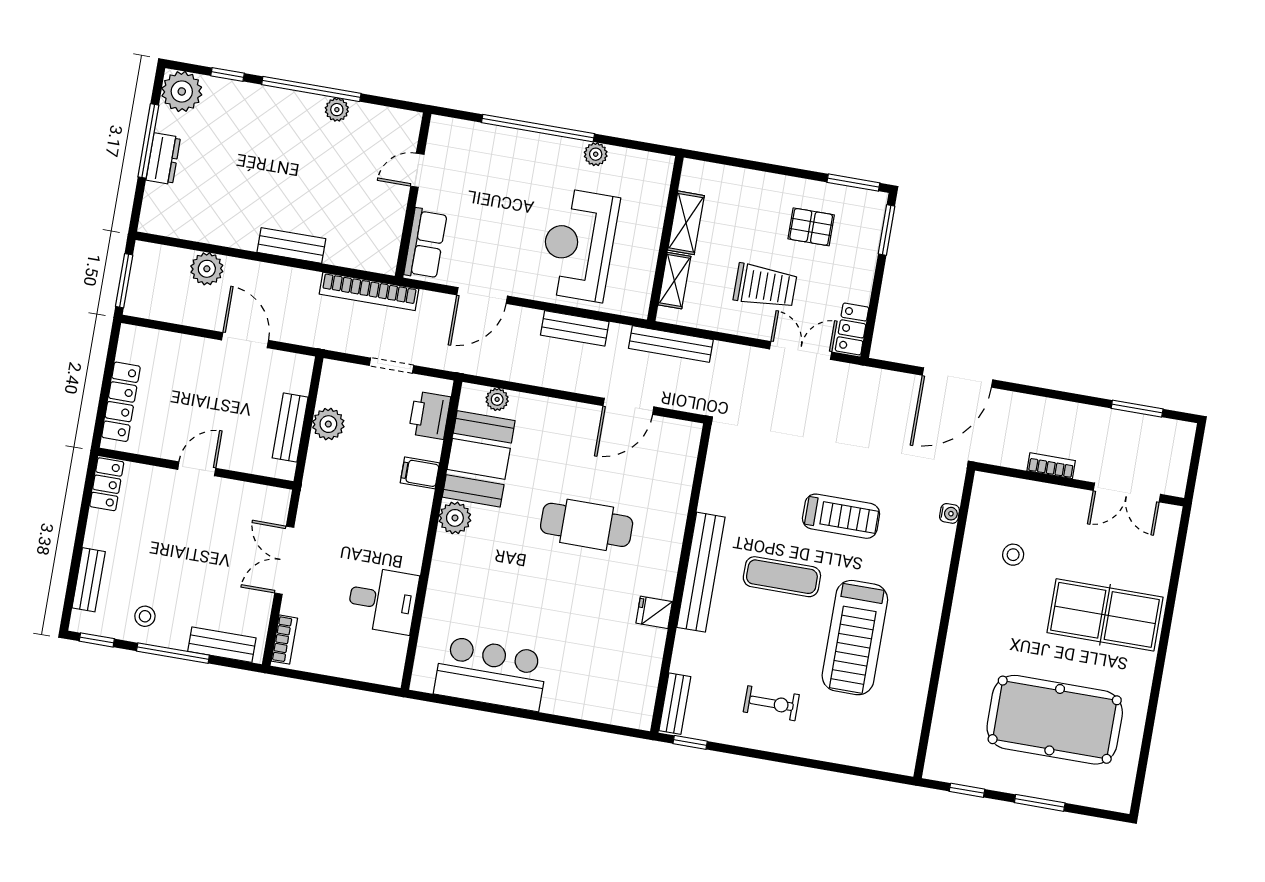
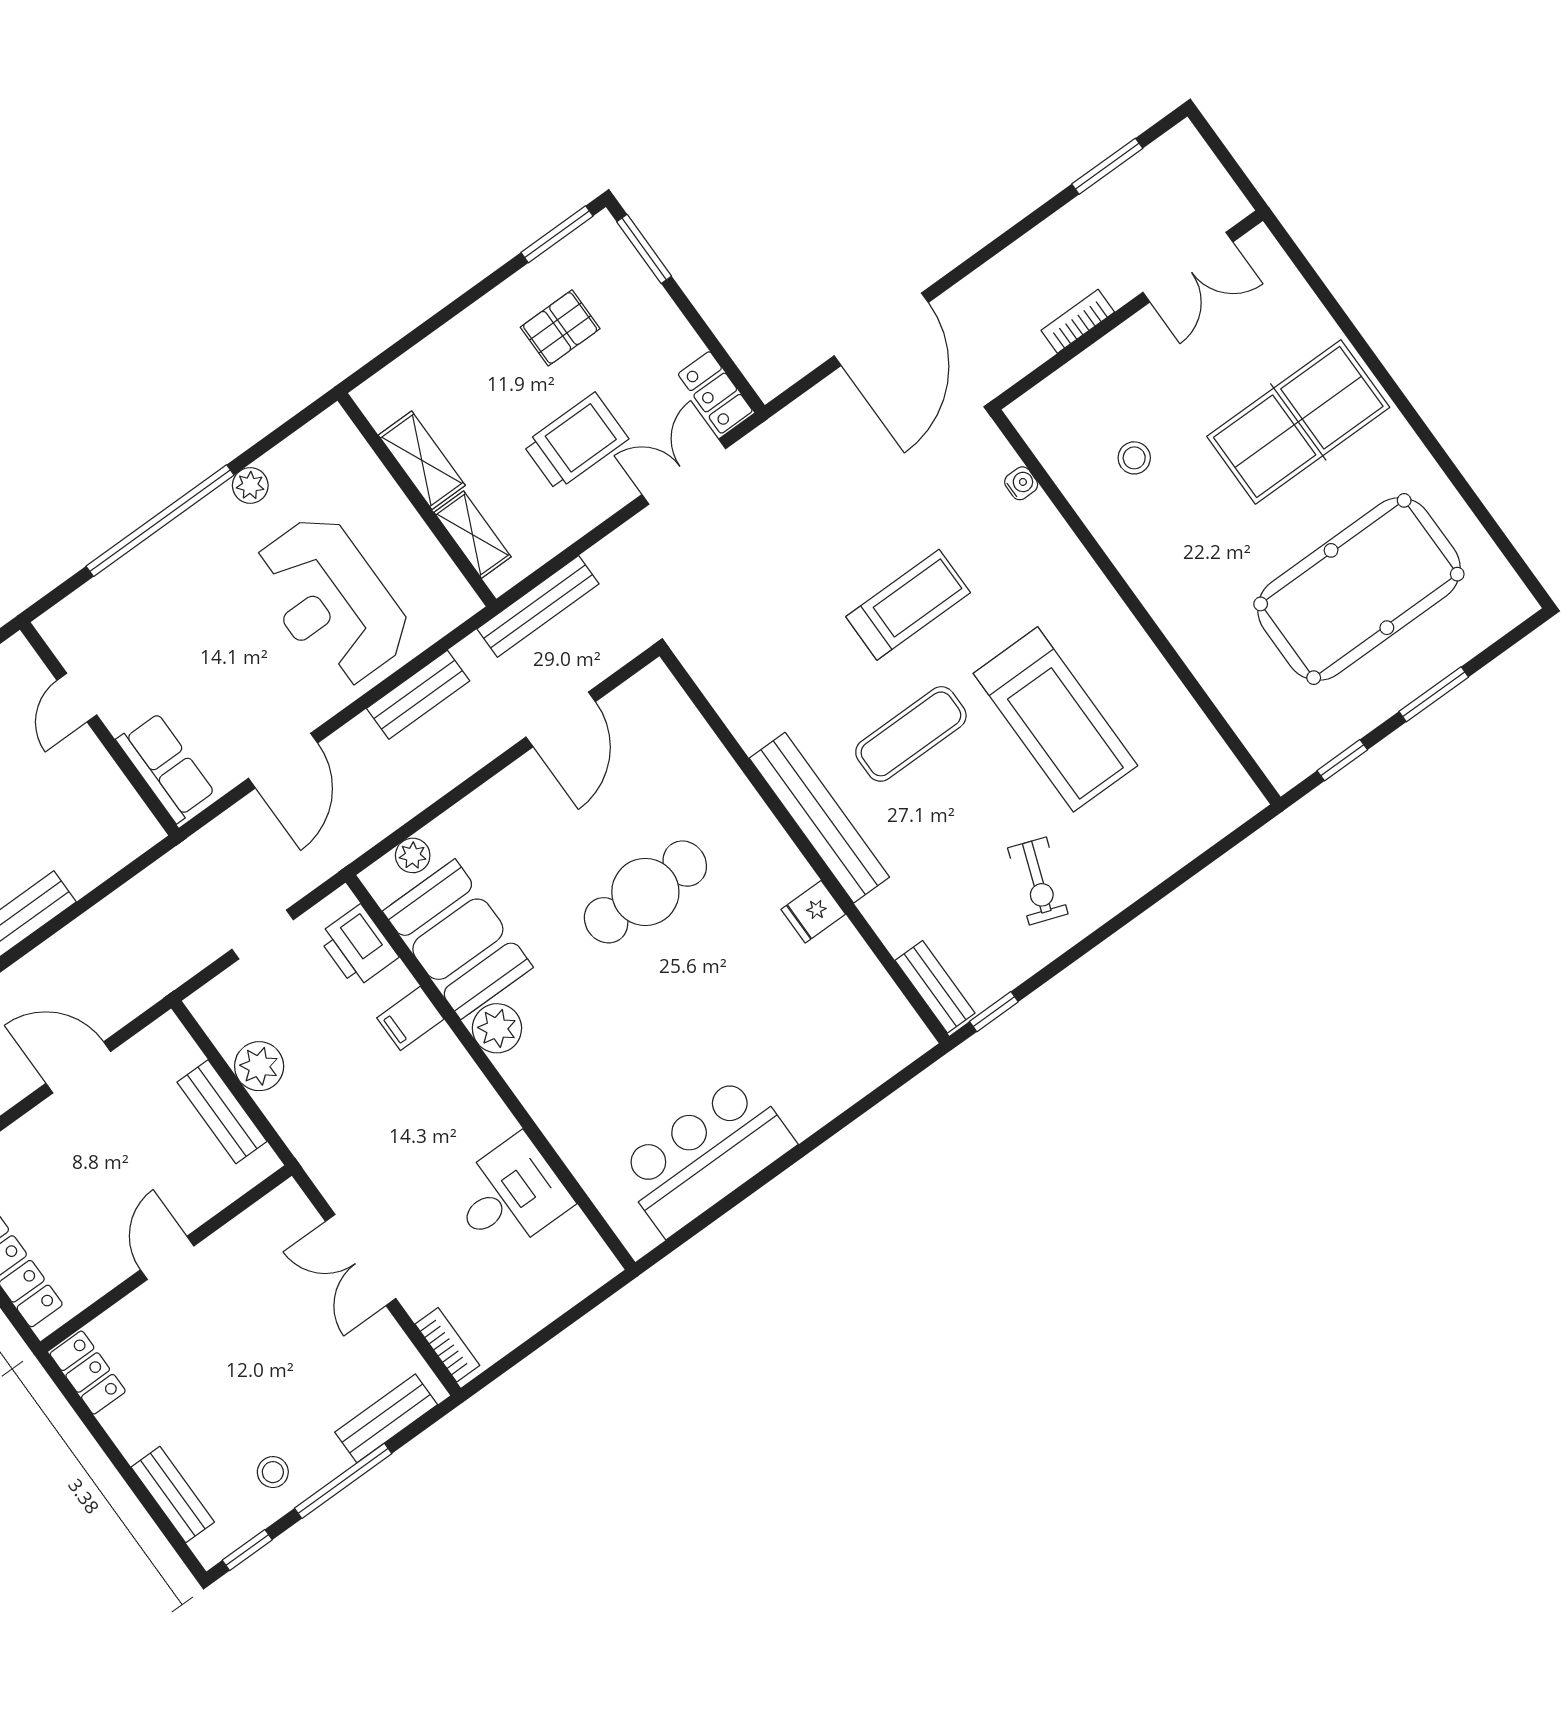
bookcase: (369, 291) -> (158, 880), removed
exercise bike: (771, 703) -> (1038, 881), turned 110

